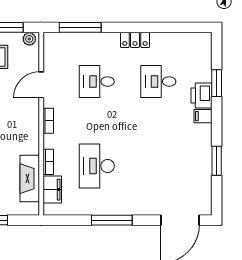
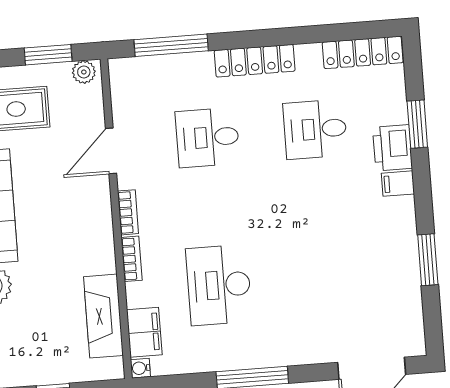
locker: (135, 40) -> (255, 61), width x1.53
locker: (189, 40) -> (363, 52), added
bookcase: (48, 162) -> (132, 259), moved
water cooler: (48, 210) -> (140, 368), added

